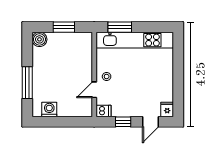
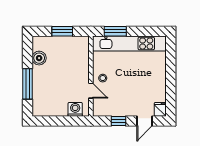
boiler: (39, 39) -> (39, 58), moved
door: (94, 90) -> (91, 91), swing flipped
washing machine: (49, 109) -> (75, 109), moved
dishwasher: (103, 111) -> (100, 111), removed

